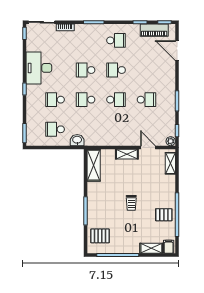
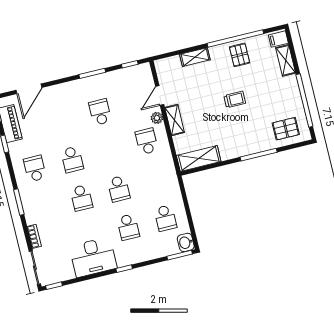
school desk: (116, 100) -> (147, 141), moved
washbasin: (77, 140) -> (186, 242), moved
plant: (171, 141) -> (157, 118), moved
shelving: (170, 163) -> (195, 57), moved
pallet: (100, 236) -> (286, 129), turned 90

